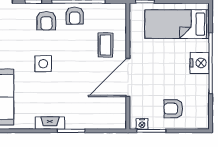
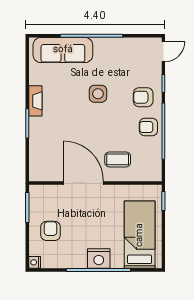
nightstand: (142, 124) -> (35, 262), moved

